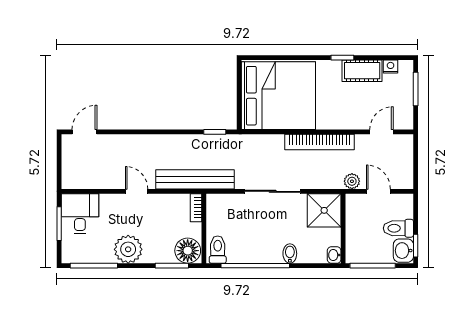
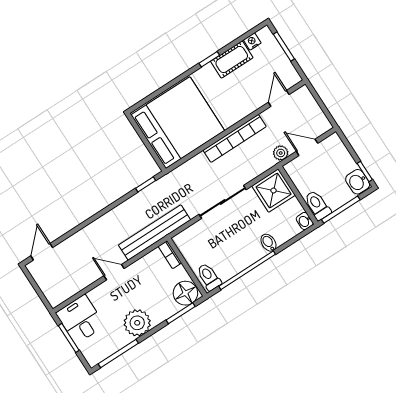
toilet: (398, 228) -> (317, 205), moved, turned 90

